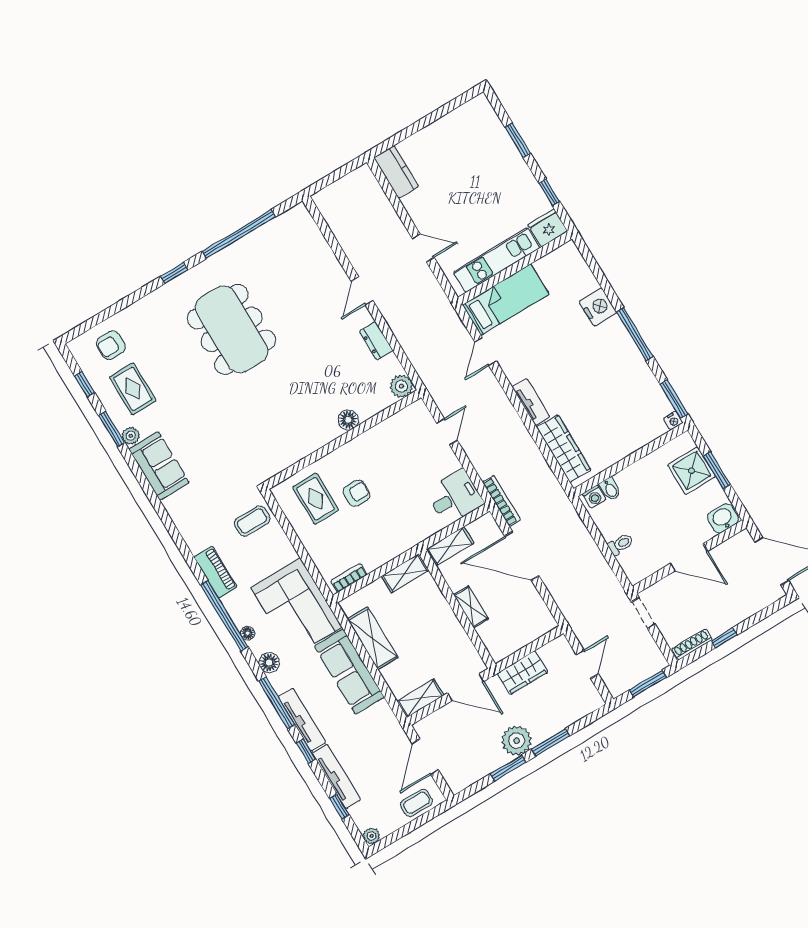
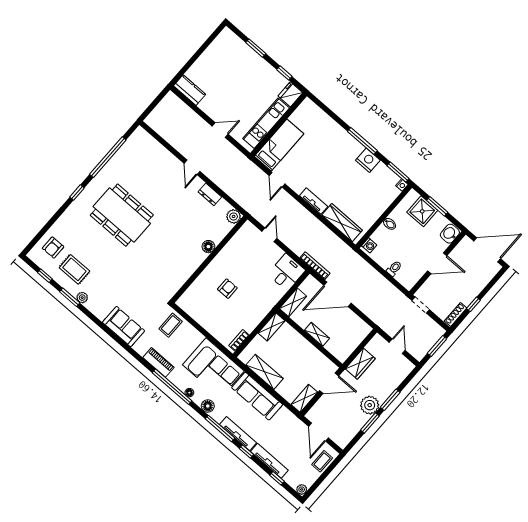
nightstand: (598, 307) -> (368, 160), moved
sofa: (159, 466) -> (124, 327), moved
bidet: (610, 489) -> (390, 224), moved
rug: (316, 499) -> (204, 300), removed

